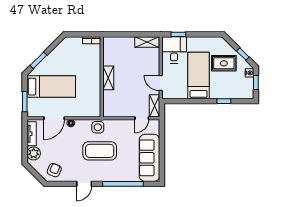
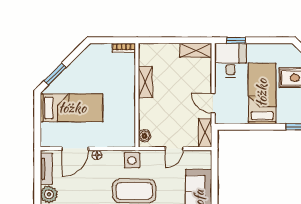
shelving: (108, 78) -> (145, 82), moved
window: (25, 102) -> (37, 127), removed
boiler: (108, 108) -> (145, 136), added
door: (142, 118) -> (174, 149), moved

